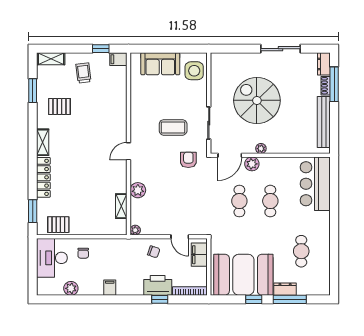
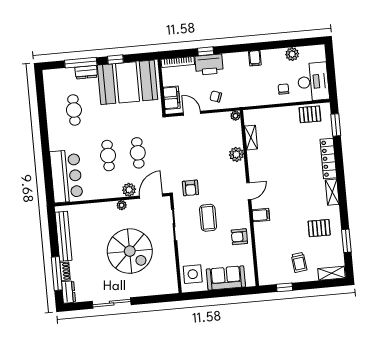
filing cabinet: (118, 59) -> (261, 215), moved
armchair: (143, 105) -> (239, 237), added
coffee table: (173, 127) -> (208, 218), turned 90

